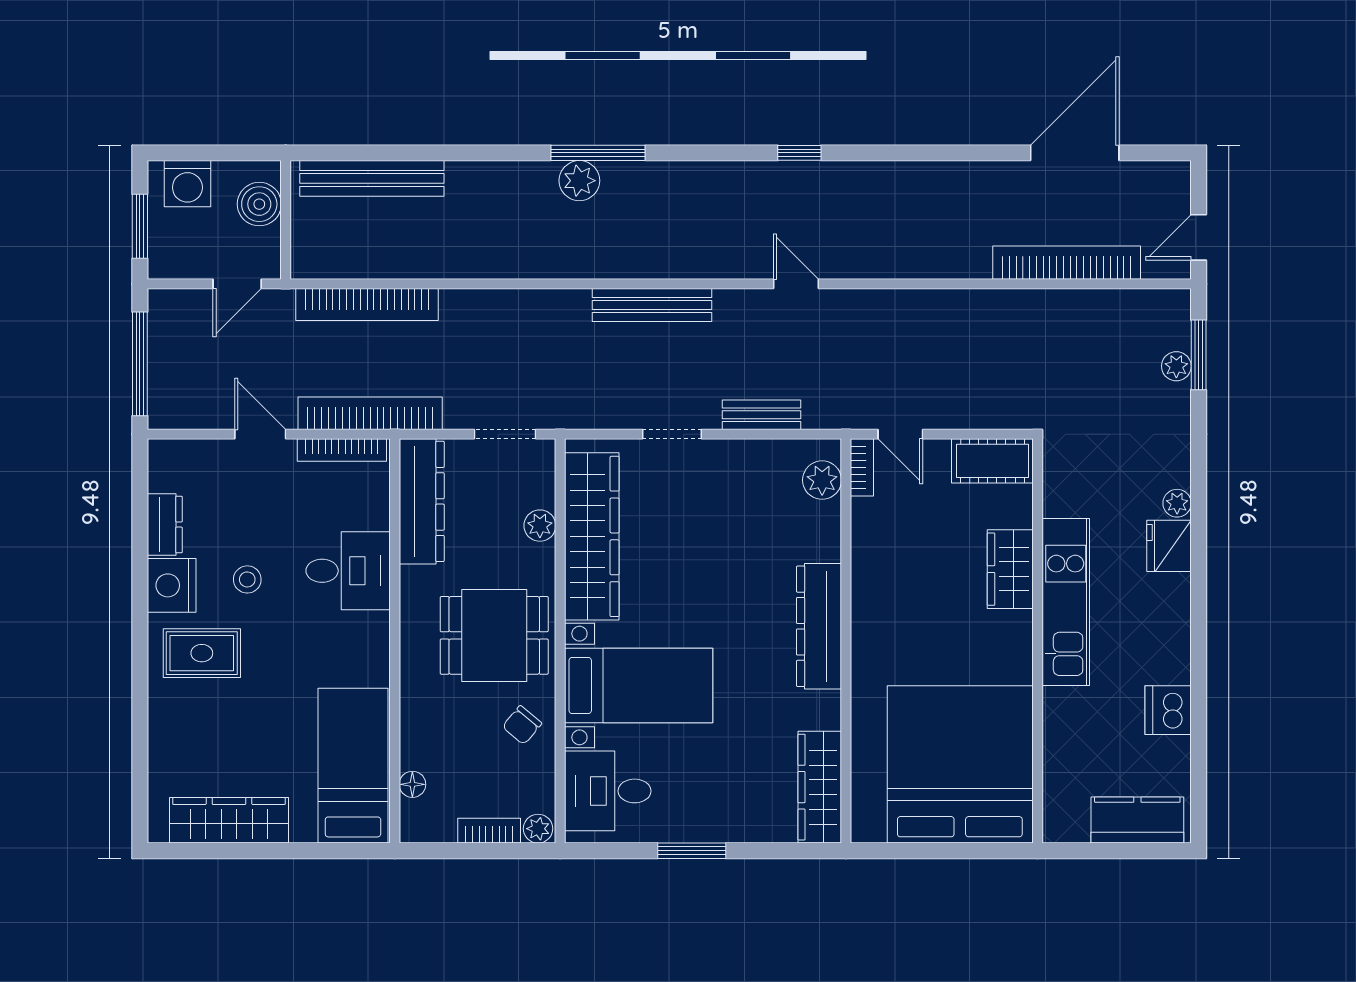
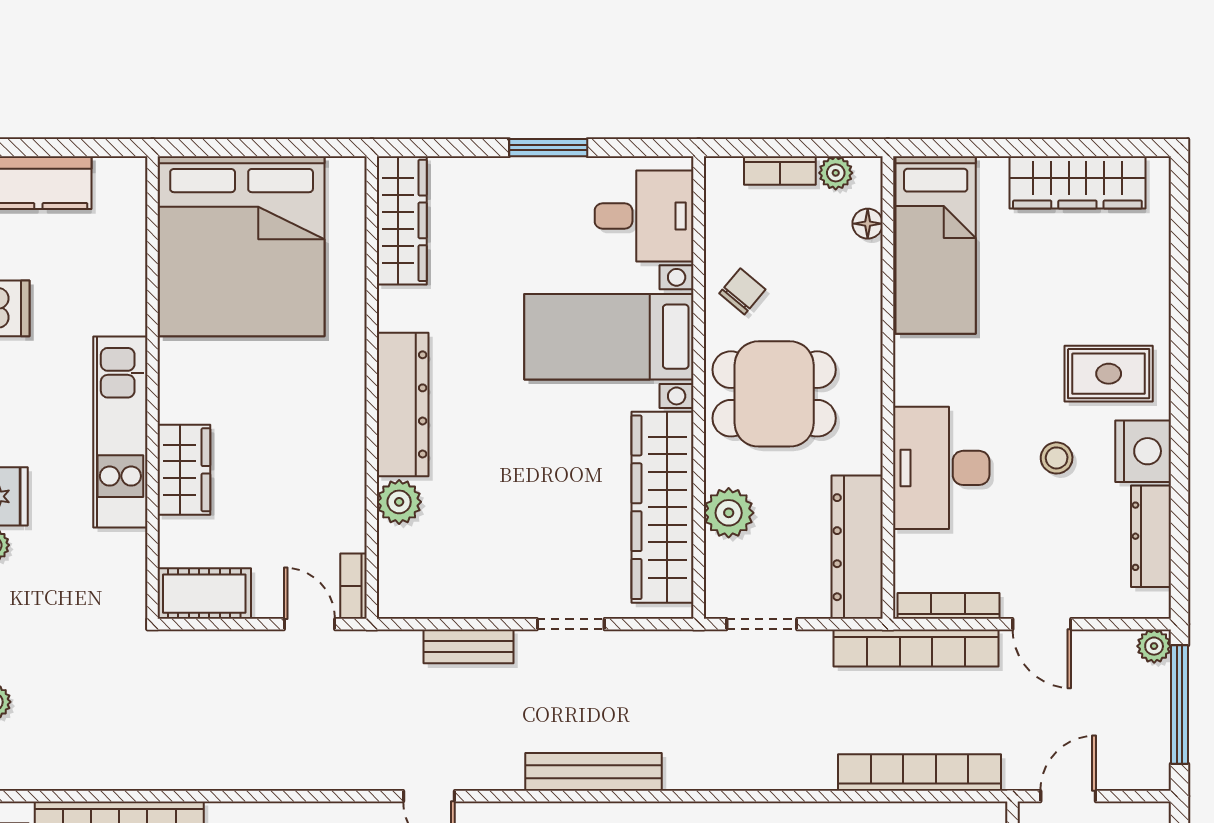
plant: (162, 415) -> (1154, 646), added
plant: (822, 480) -> (399, 502), moved
dresser: (165, 525) -> (1151, 536), width x1.44
plant: (540, 526) -> (729, 513), width x1.38, depth x1.38
desk: (348, 571) -> (941, 468), width x1.37
plant: (538, 829) -> (836, 173), moved

